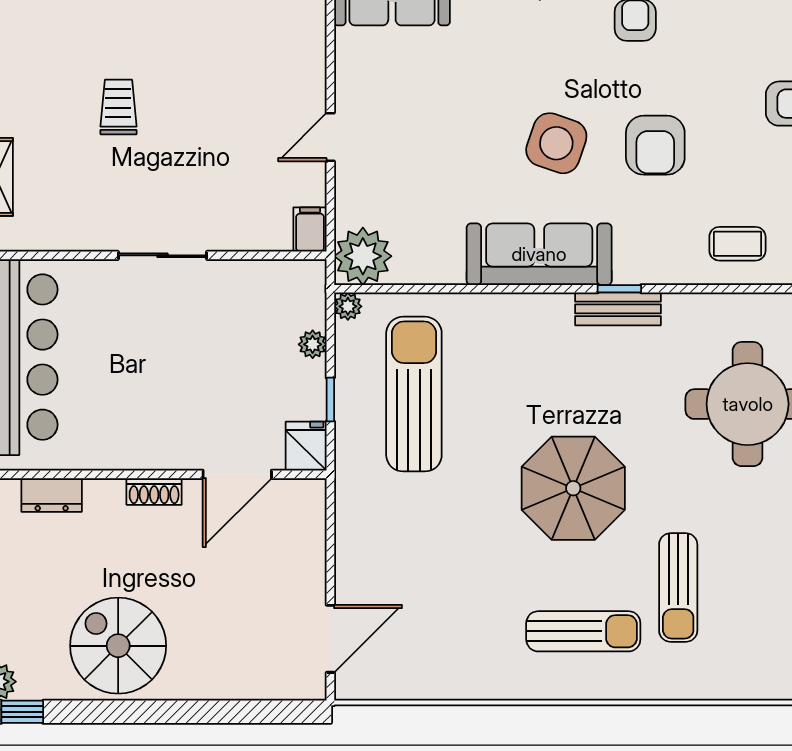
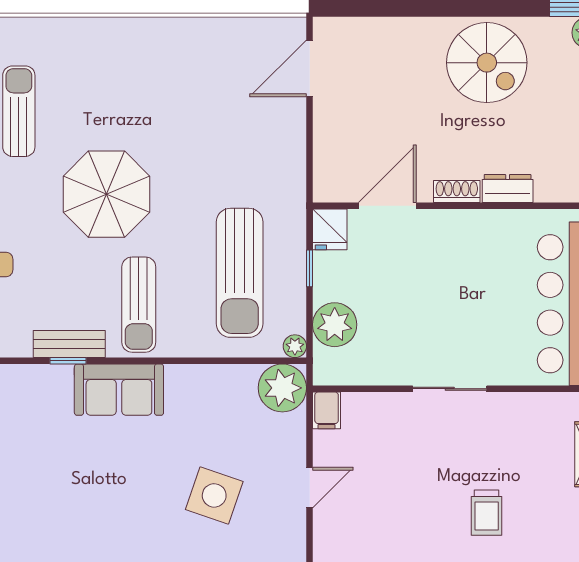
side table: (556, 143) -> (214, 495), moved
armchair: (655, 145) -> (38, 481), removed
sofa: (539, 254) -> (119, 390), width x0.73
plant: (313, 344) -> (335, 325), width x1.88, depth x1.88
dresser: (52, 495) -> (508, 188), moved
sun lounger: (583, 631) -> (139, 305), moved, turned -90

